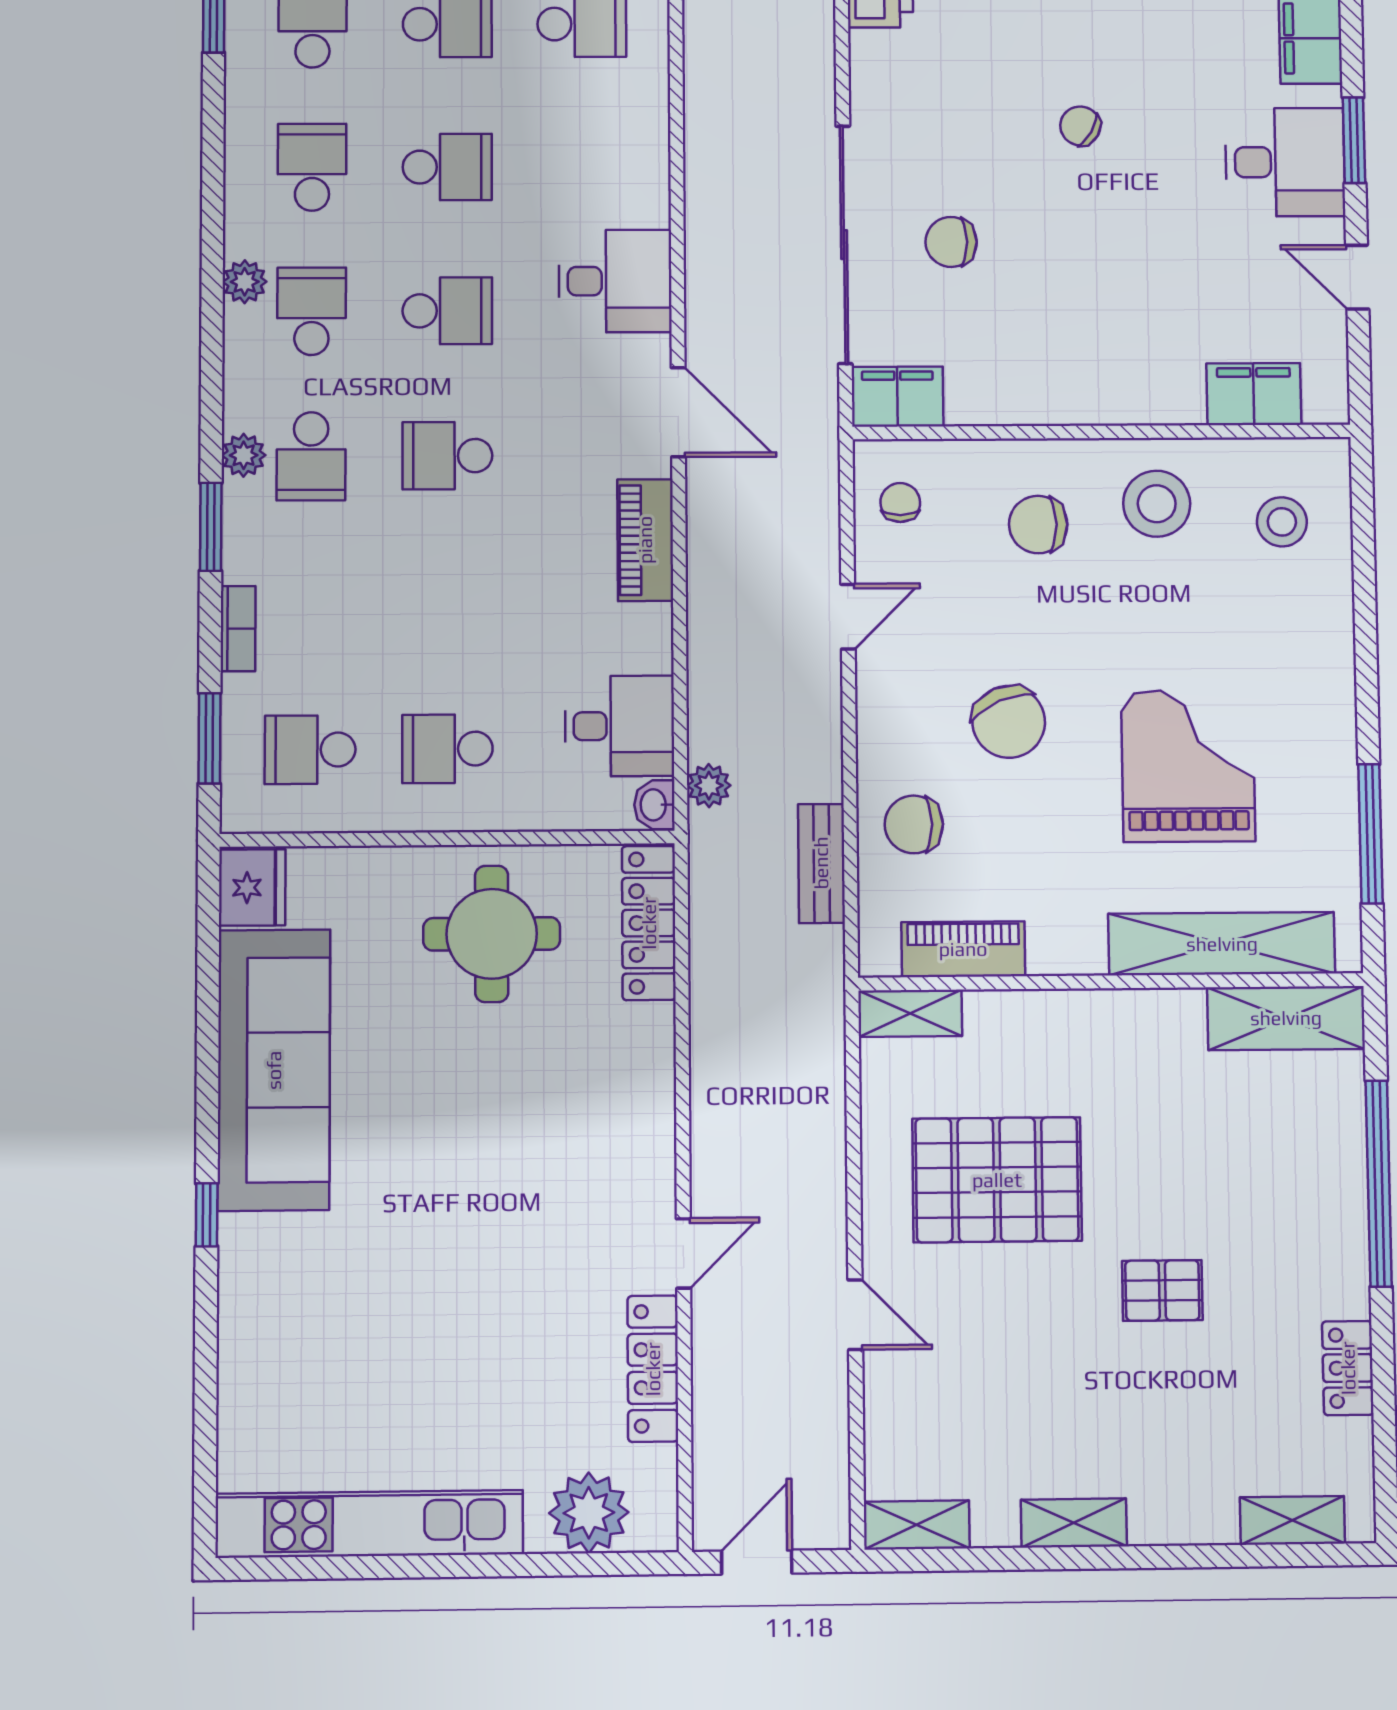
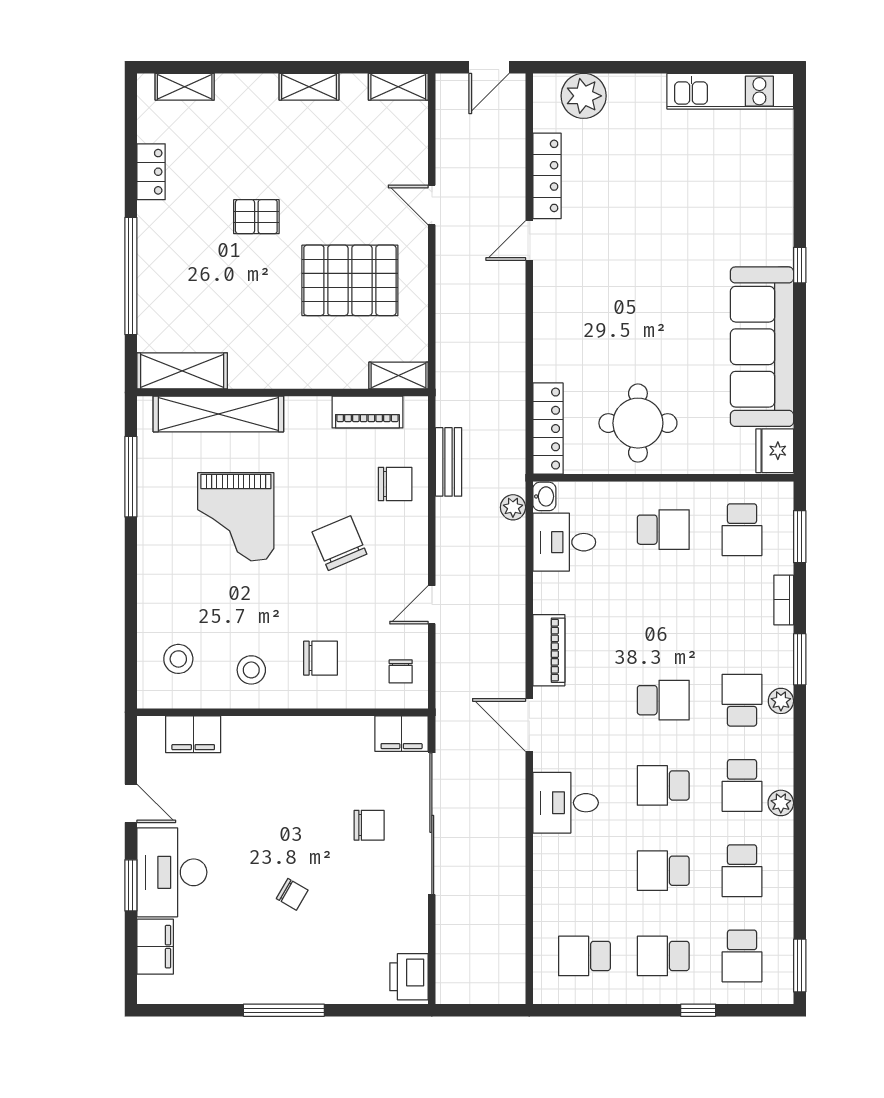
desk: (1285, 162) -> (172, 872), width x1.37
stool: (1157, 504) -> (251, 670), width x0.73, depth x0.73
school desk: (310, 750) -> (742, 530), turned 90
kitchen unit: (369, 1524) -> (730, 91), width x0.73

